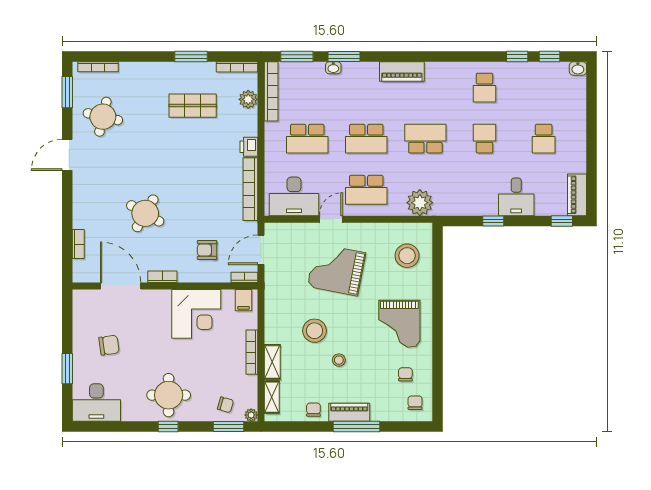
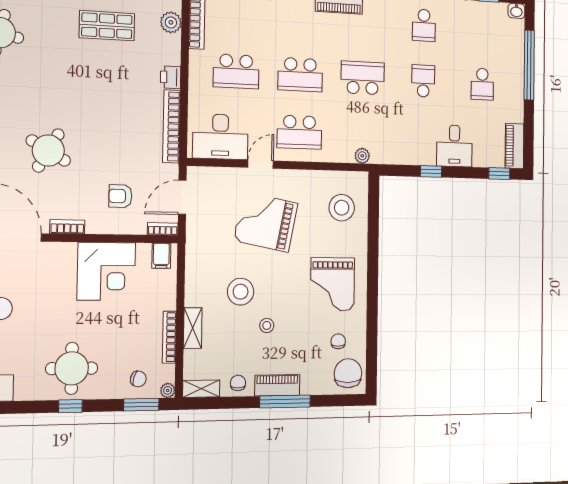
window: (592, 119) -> (529, 65), added
plant: (420, 203) -> (362, 156), width x0.53, depth x0.53
bookcase: (252, 352) -> (169, 337), moved
shelving: (272, 397) -> (201, 389), moved, turned 90
chair: (415, 403) -> (348, 373), width x1.87, depth x1.87

